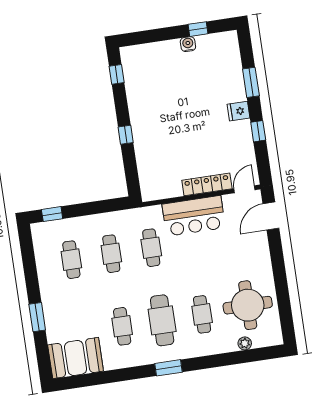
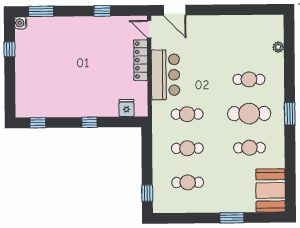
water cooler: (188, 44) -> (21, 23), moved
window: (251, 82) -> (41, 11), moved
fridge: (239, 111) -> (126, 108), moved, turned 180
round table: (248, 305) -> (247, 40), removed

